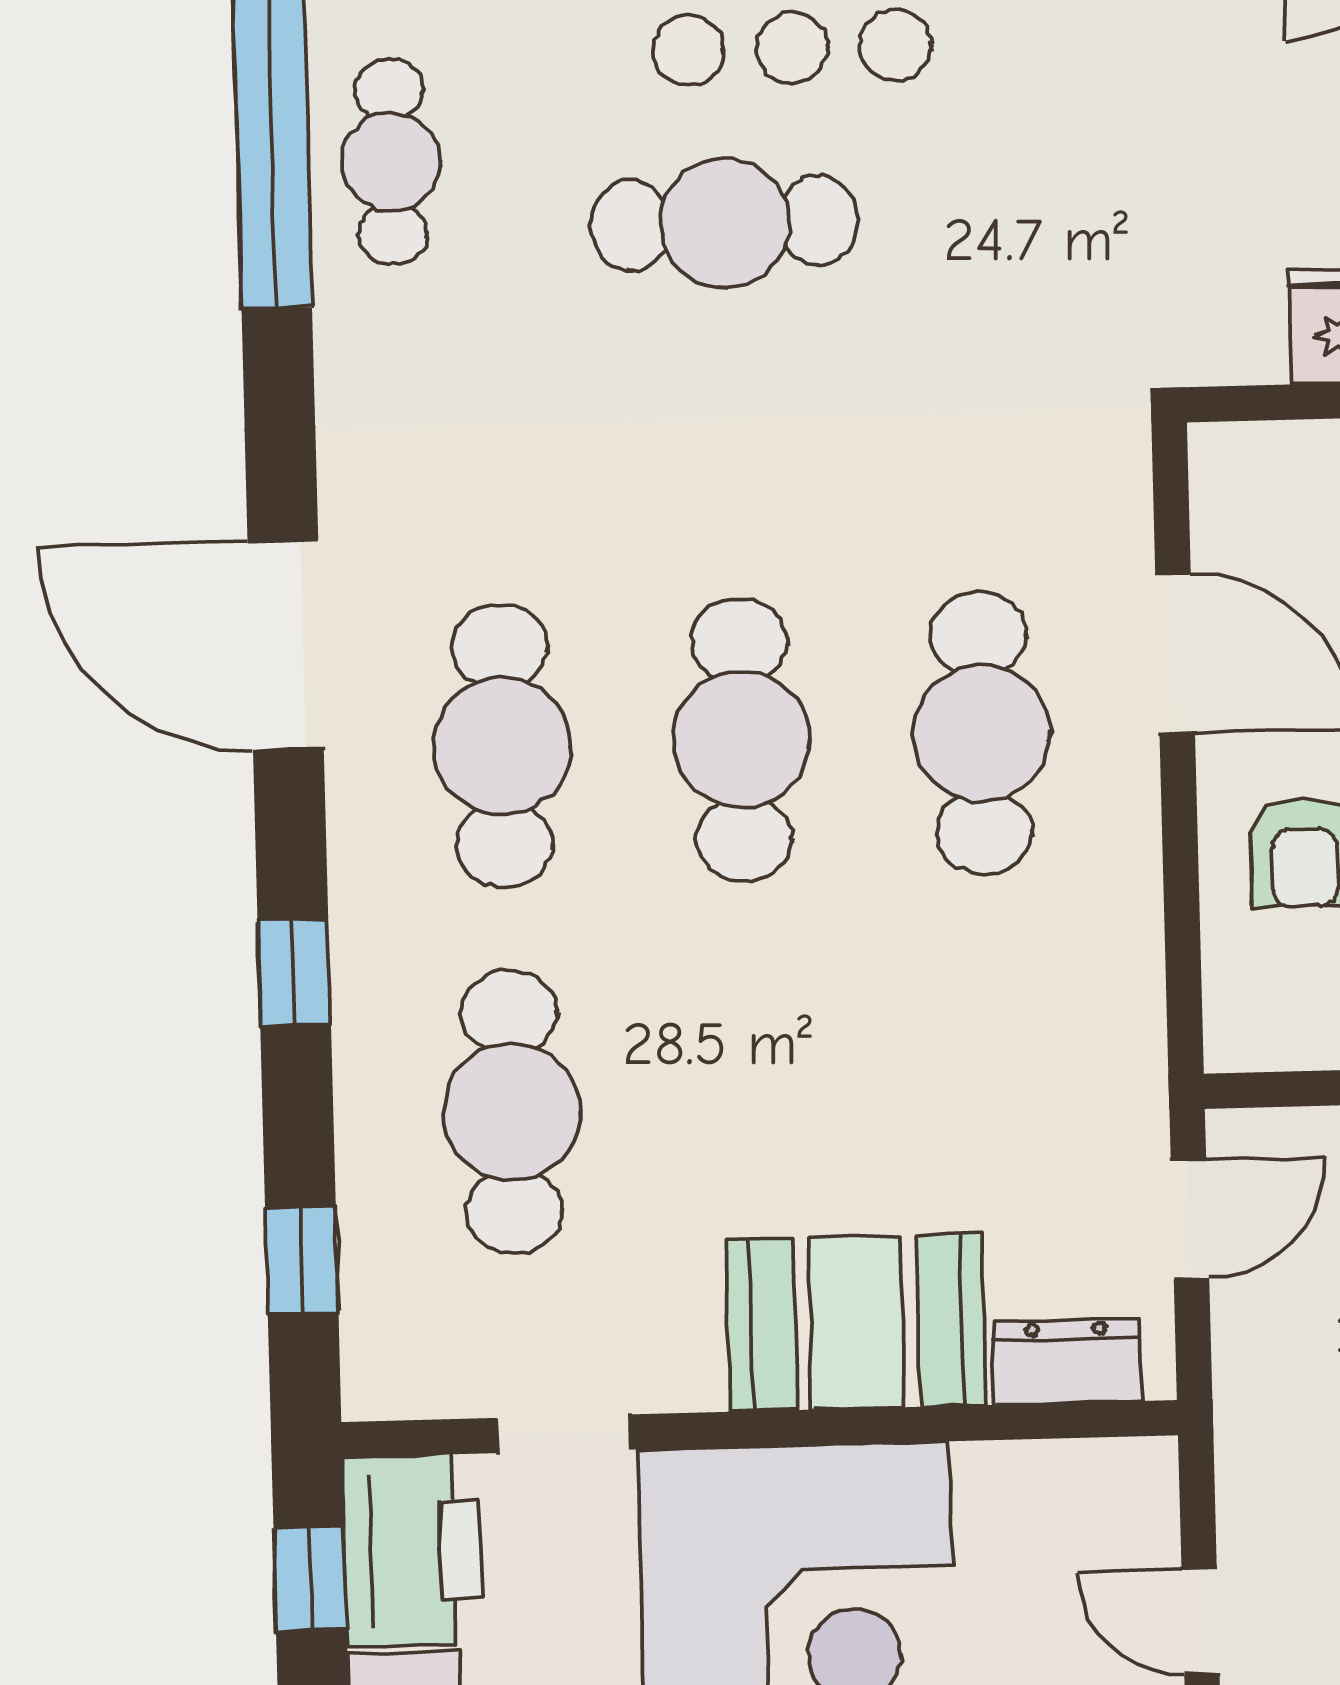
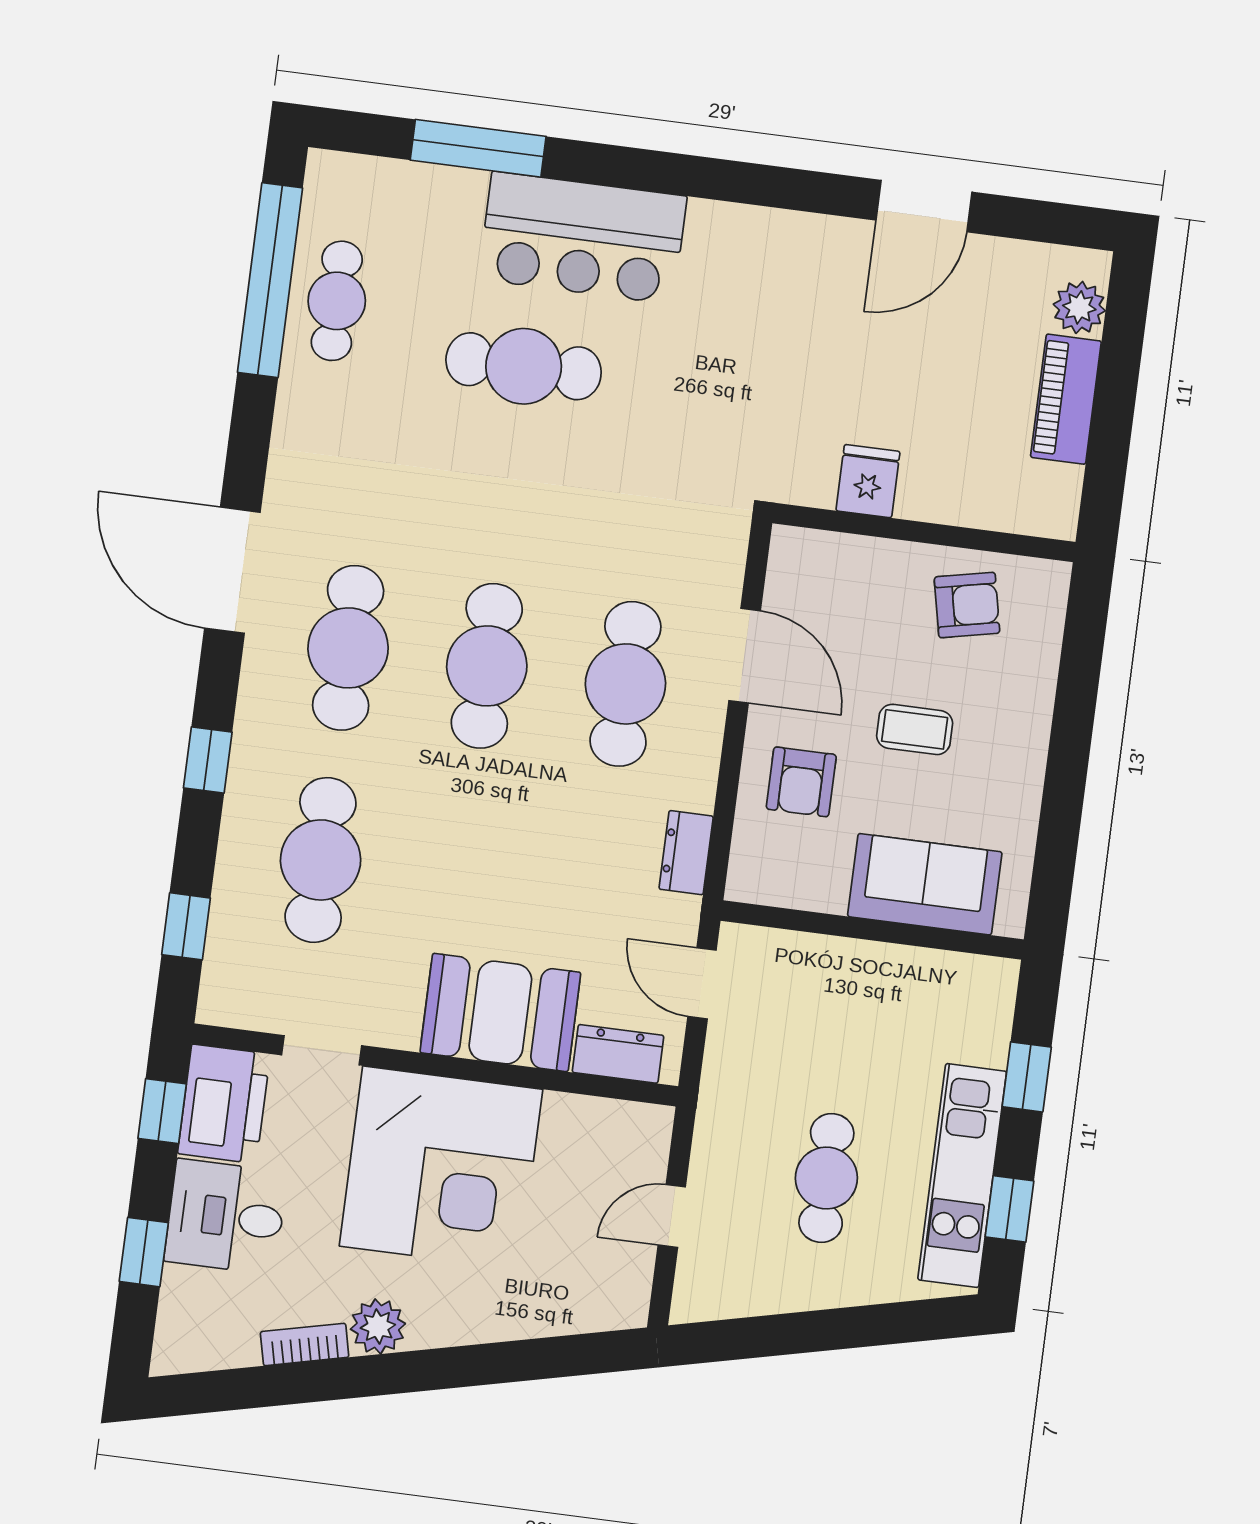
dresser: (1128, 1003) -> (686, 853), added
door: (1190, 1220) -> (702, 983), swing flipped
door: (1200, 1621) -> (672, 1216), hinge flipped

